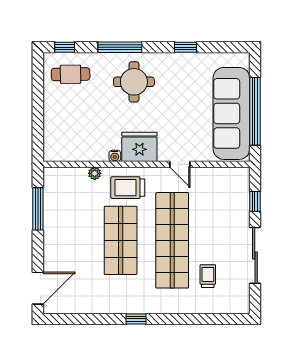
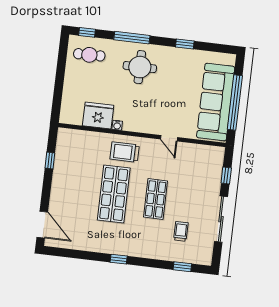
fridge: (139, 147) -> (98, 115), moved
plant: (95, 173) -> (99, 137), removed
window: (38, 209) -> (50, 161), width x0.46
shop shelf: (172, 240) -> (156, 199), width x0.50, depth x0.74
door: (38, 288) -> (42, 225), hinge flipped
window: (215, 319) -> (182, 267), added

